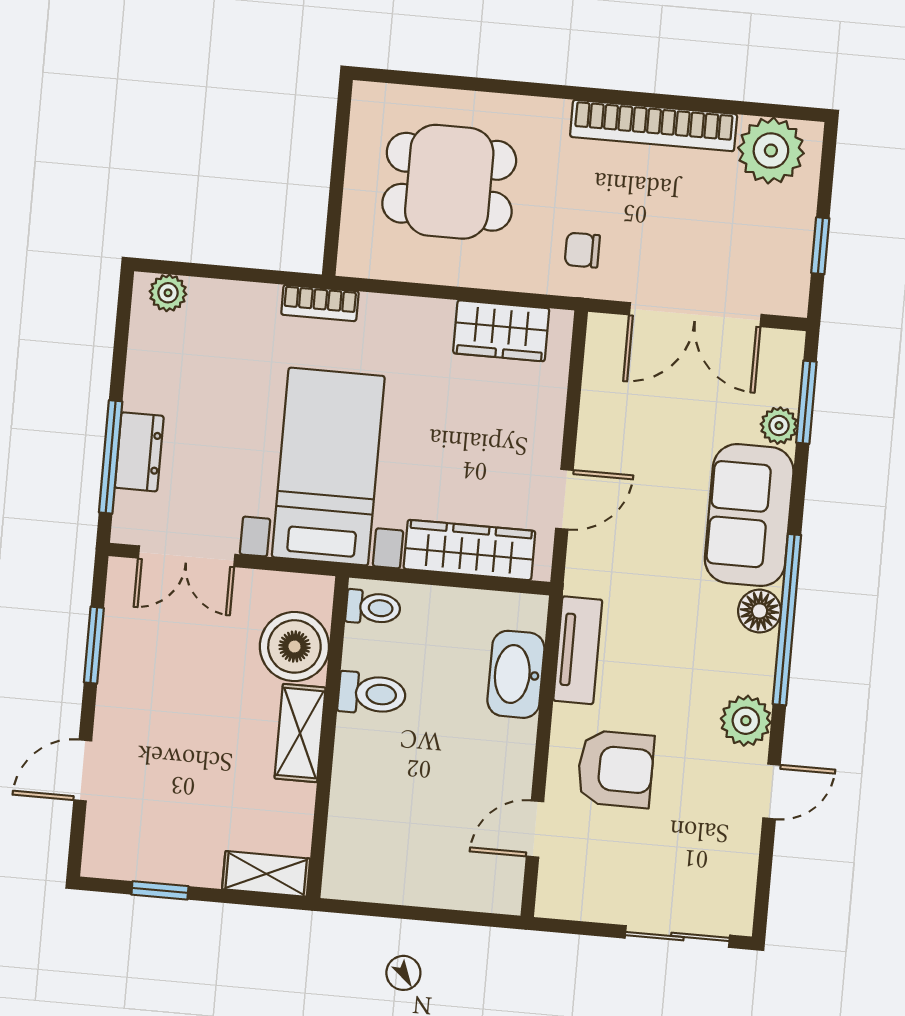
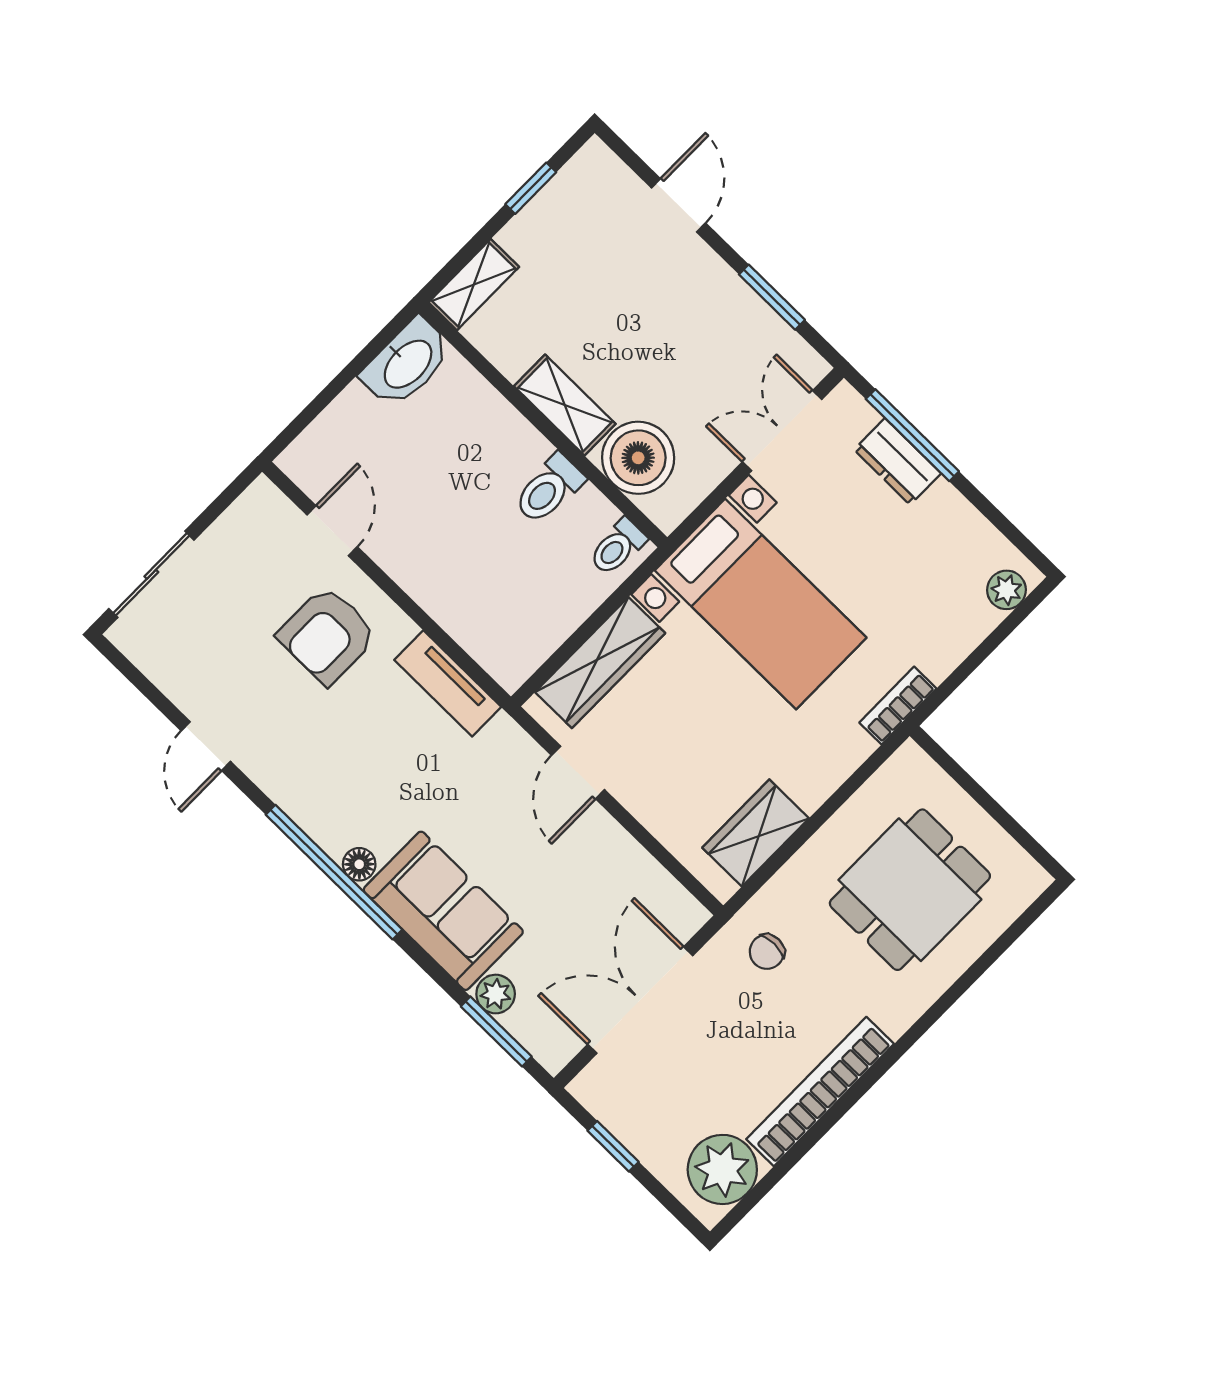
chair: (582, 250) -> (767, 952), turned 180
floor lamp: (760, 611) -> (359, 864), width x0.73, depth x0.73
washbasin: (516, 674) -> (407, 363), moved, turned 90
plant: (746, 721) -> (280, 772), removed

